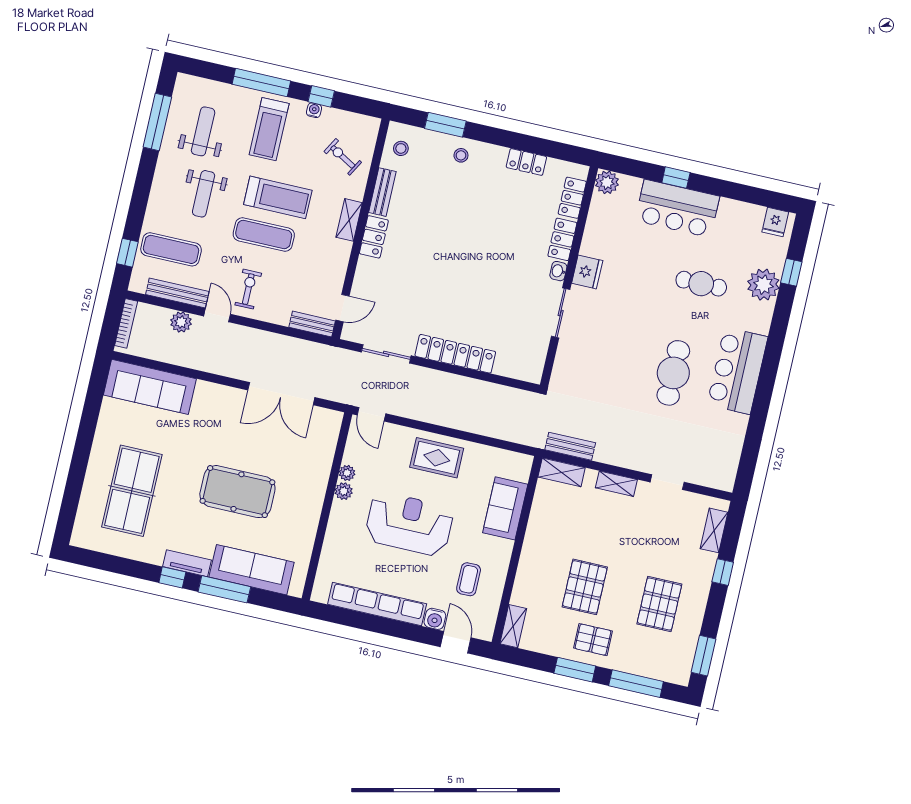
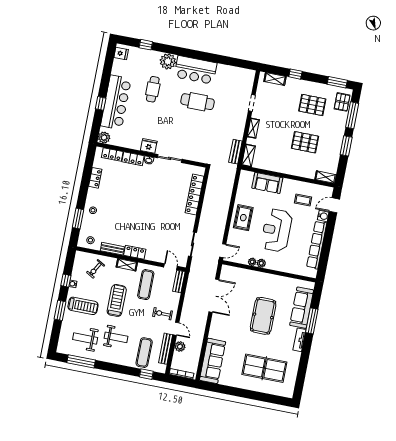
window: (261, 83) -> (60, 310), width x0.69
bar counter: (677, 208) -> (116, 102), width x1.36
exercise mat: (264, 235) -> (146, 285), moved
plant: (763, 285) -> (168, 61), moved
door: (217, 315) -> (176, 329), swing flipped
locker: (455, 354) -> (194, 195), moved
window: (172, 577) -> (307, 347), removed
pallet: (593, 640) -> (342, 102), moved

